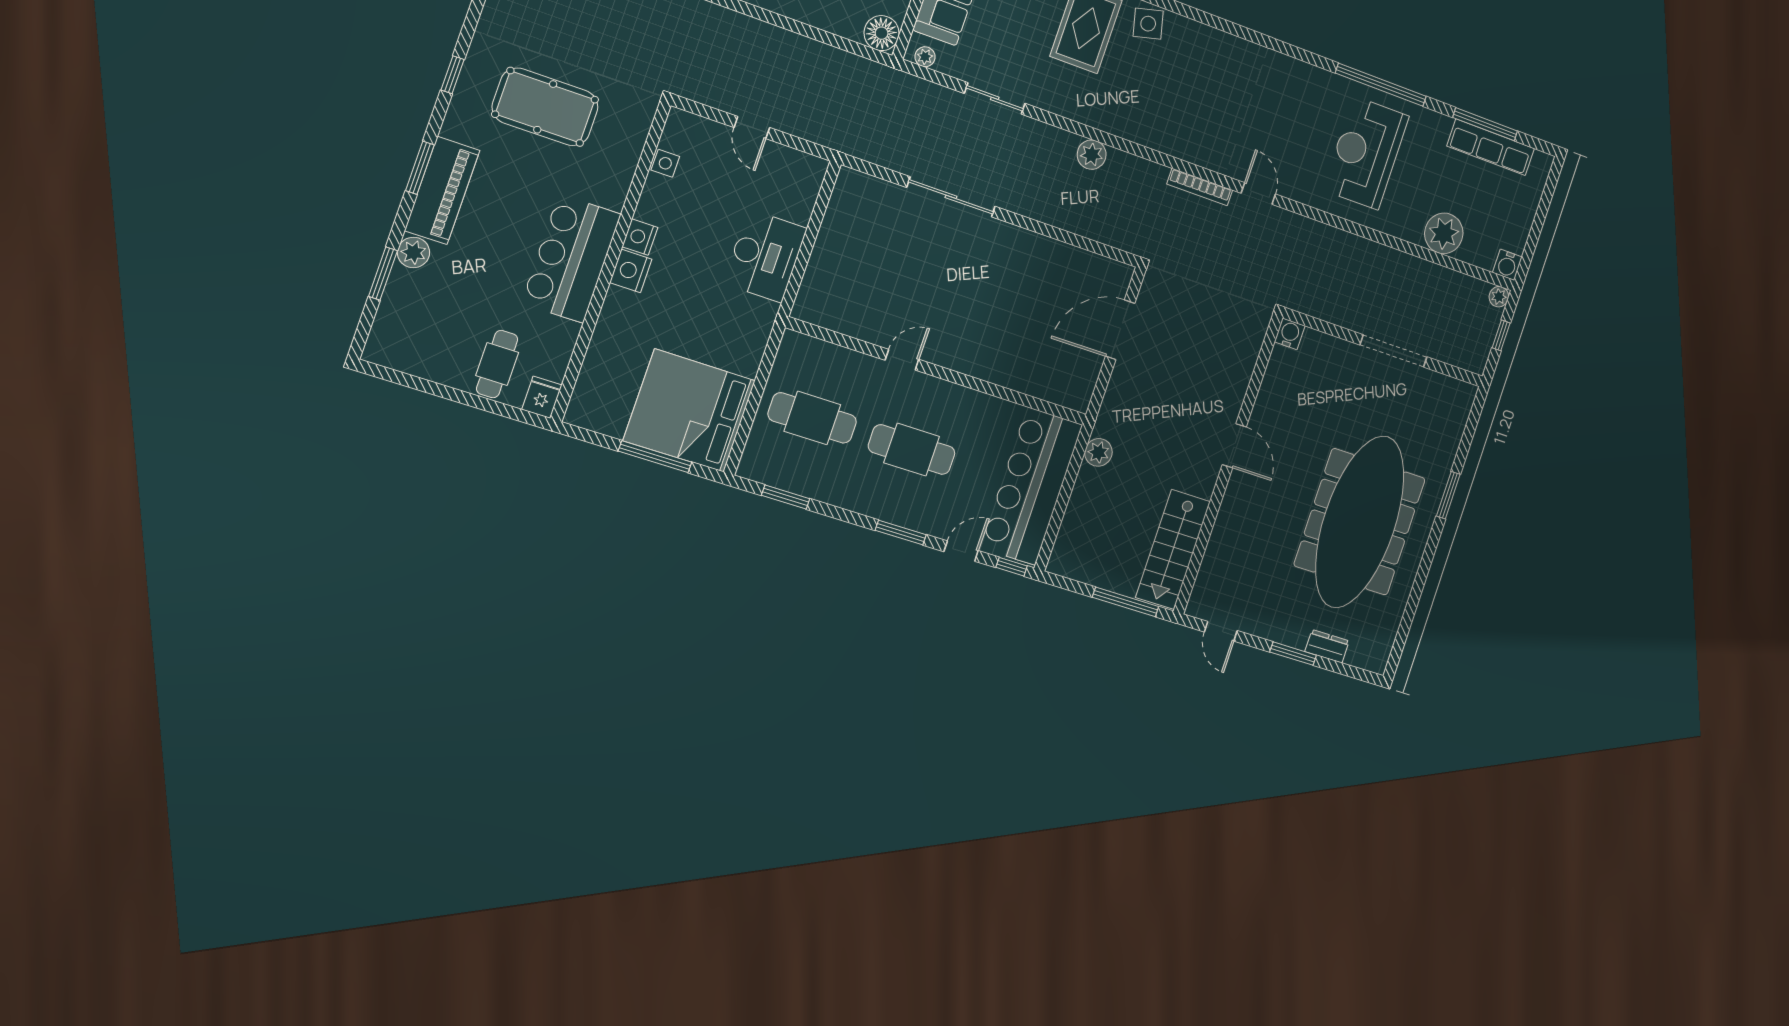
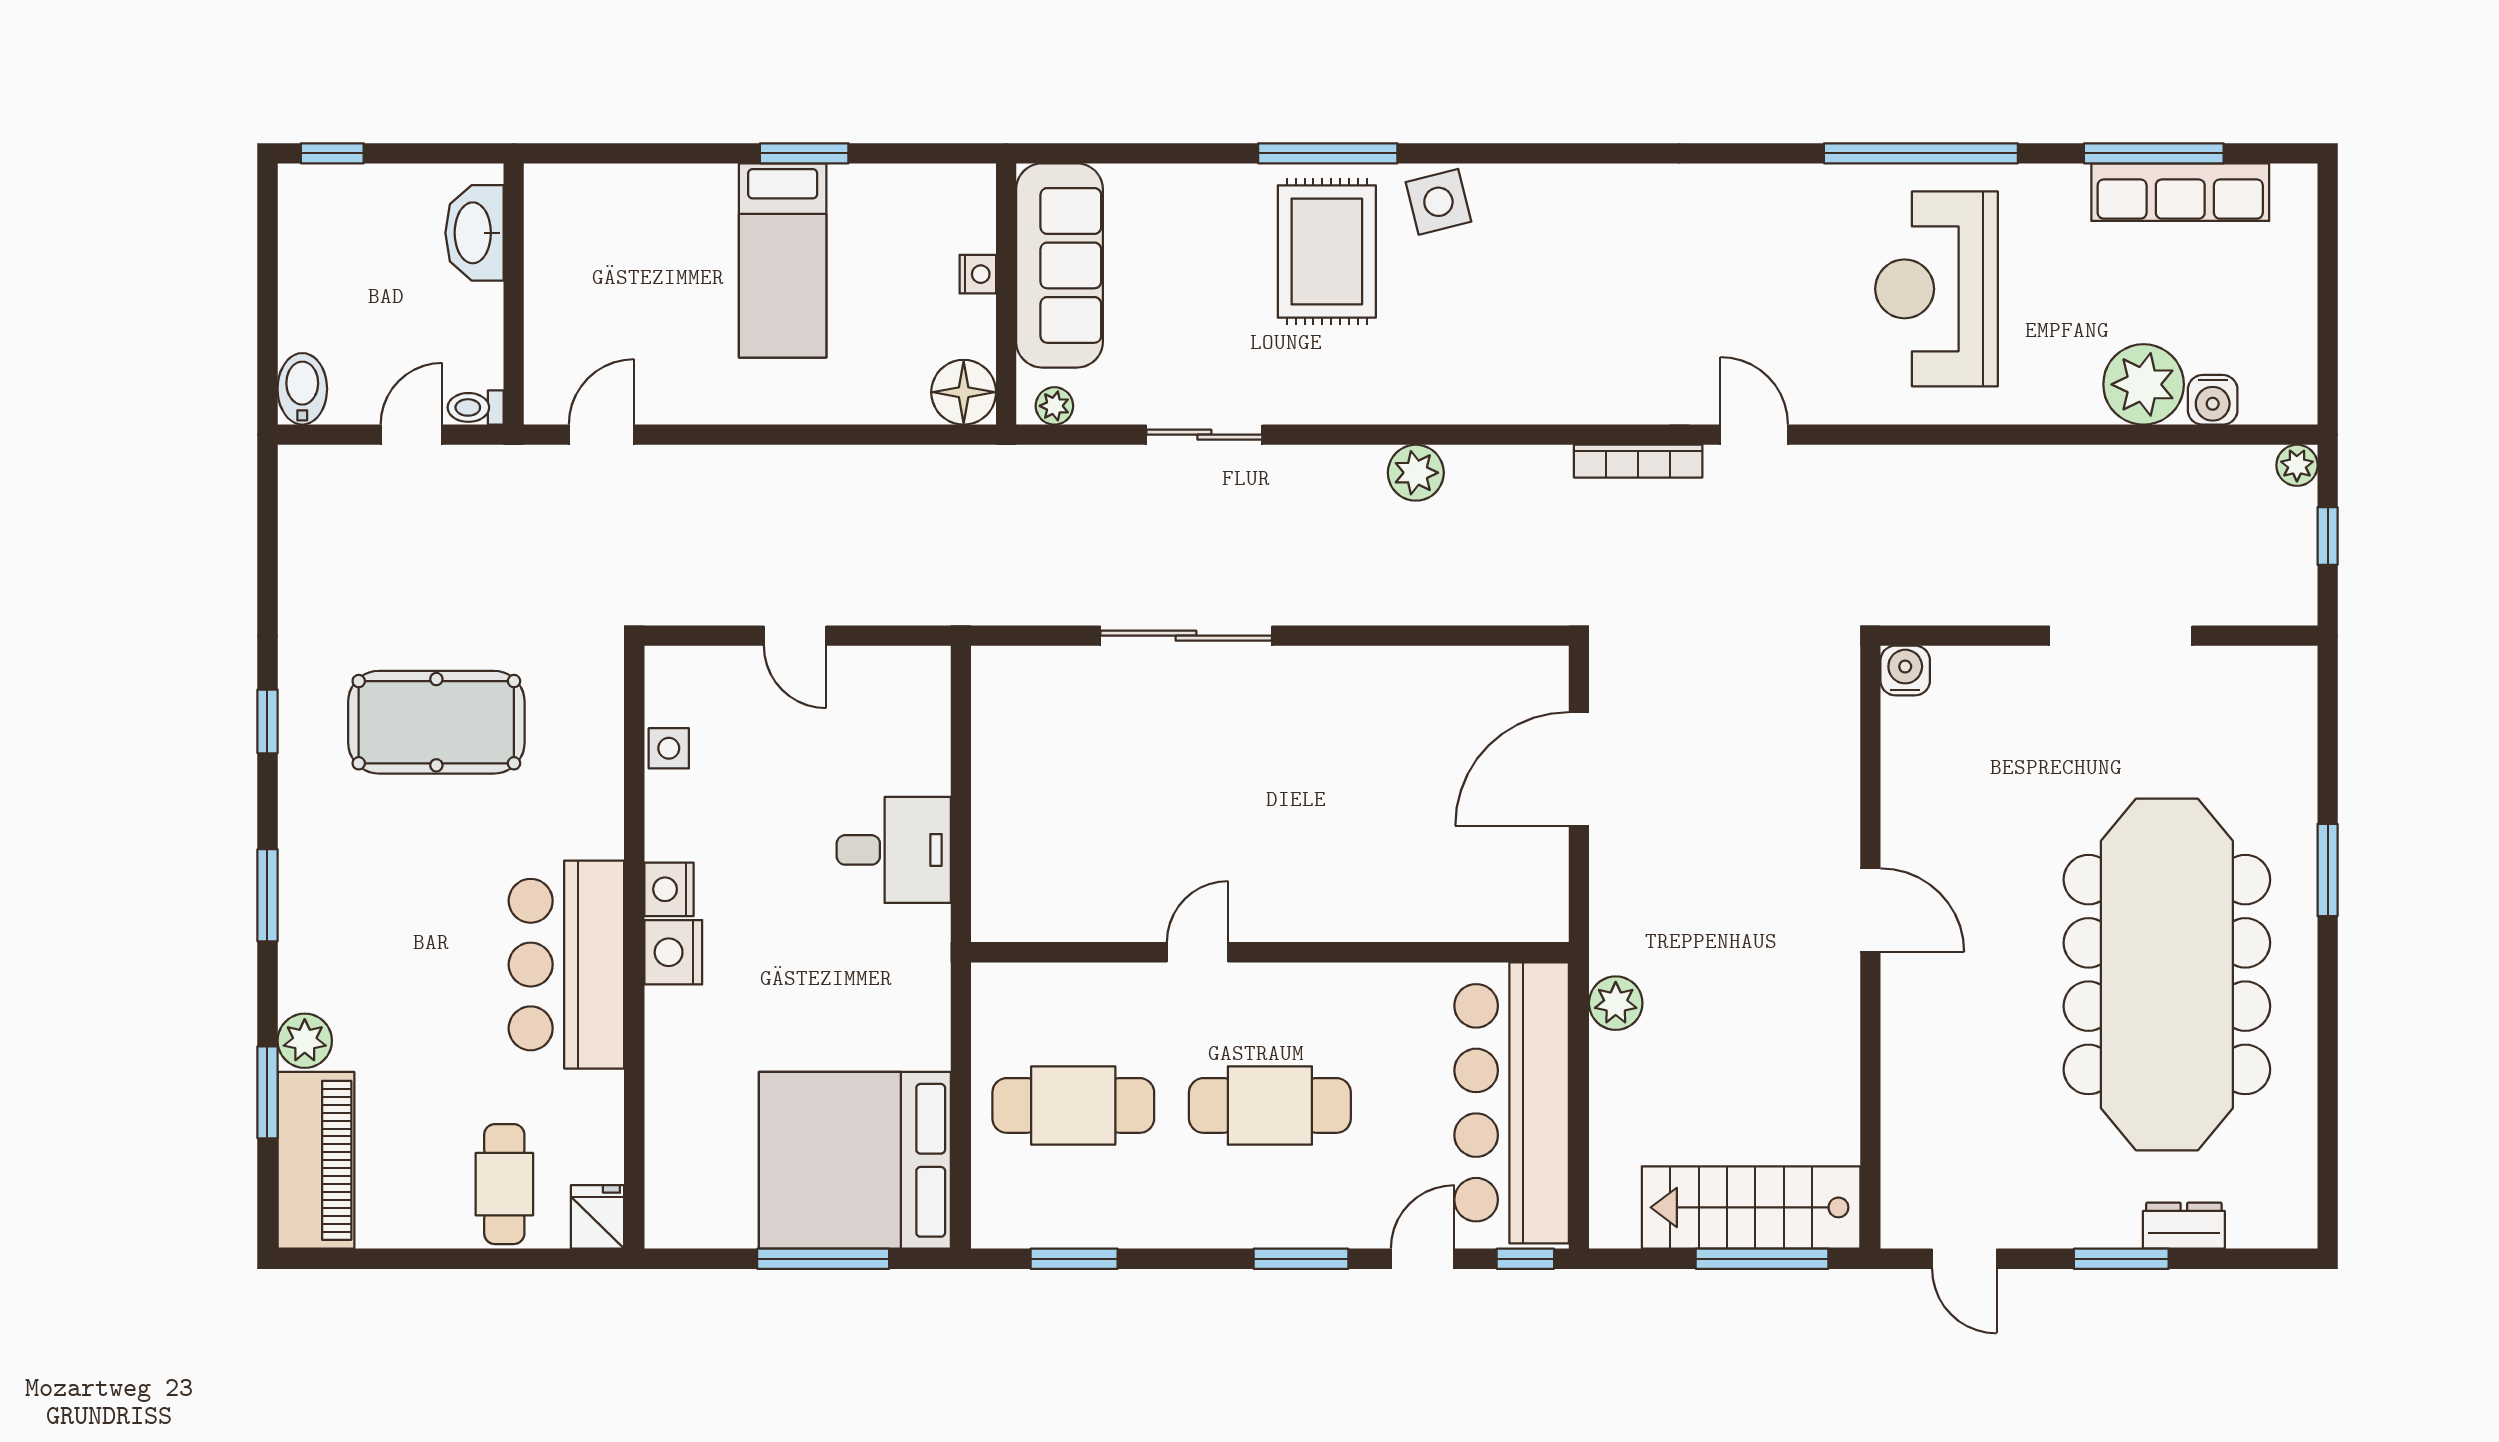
piano: (442, 190) -> (316, 1160), moved
desk: (765, 256) -> (894, 850), width x0.73
water cooler: (1507, 265) -> (2213, 400), moved
stairs: (1173, 549) -> (1751, 1207), moved, turned 90

